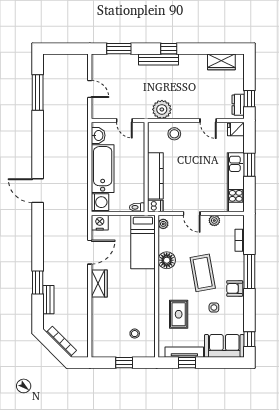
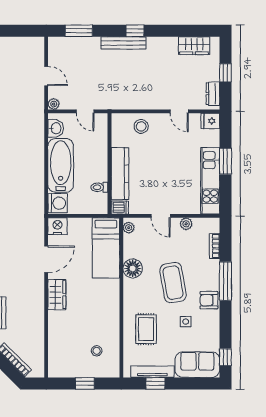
window: (249, 99) -> (225, 73), moved
plant: (162, 109) -> (54, 104), moved, width x0.53, depth x0.53
toilet: (137, 207) -> (99, 187), moved

